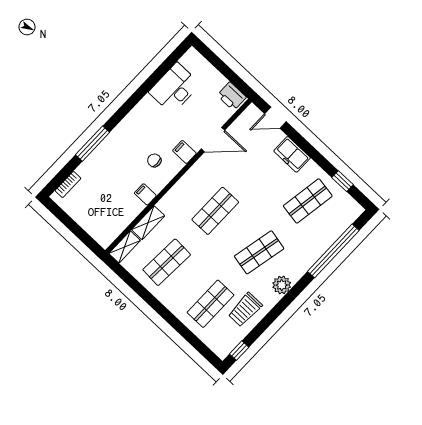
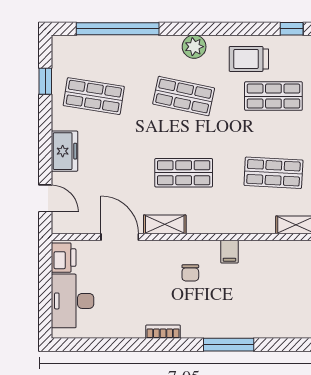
desk: (175, 88) -> (73, 301), moved, turned 90
filing cabinet: (184, 152) -> (156, 252), removed
bookcase: (68, 184) -> (163, 332), moved
shelving: (148, 223) -> (165, 224), moved
trolley: (245, 310) -> (249, 59), turned 180

